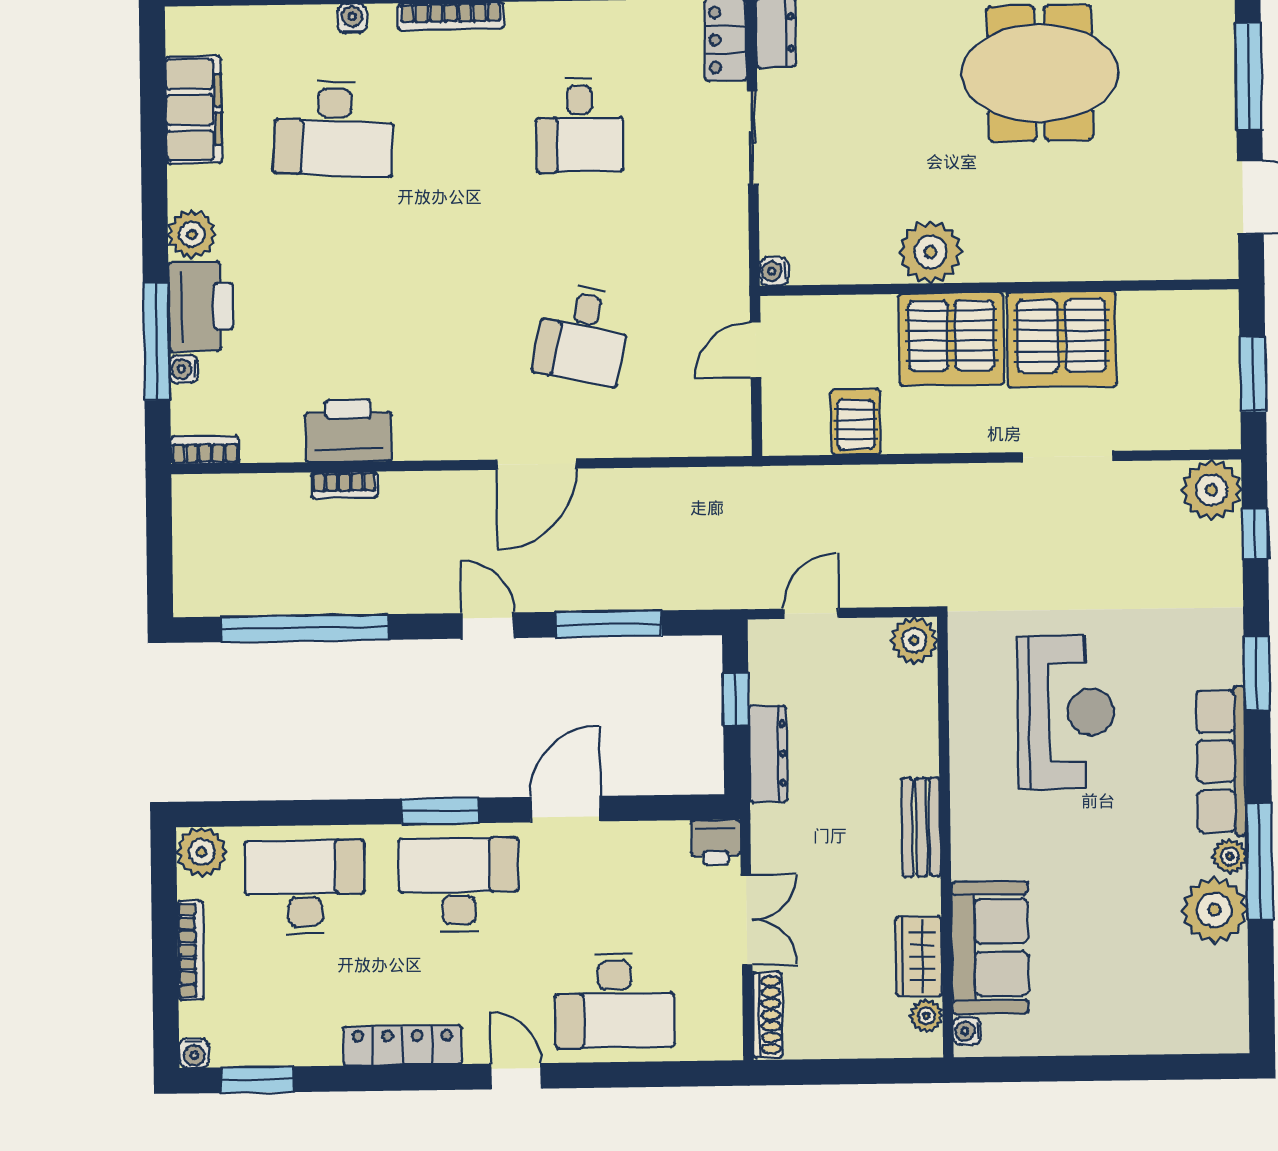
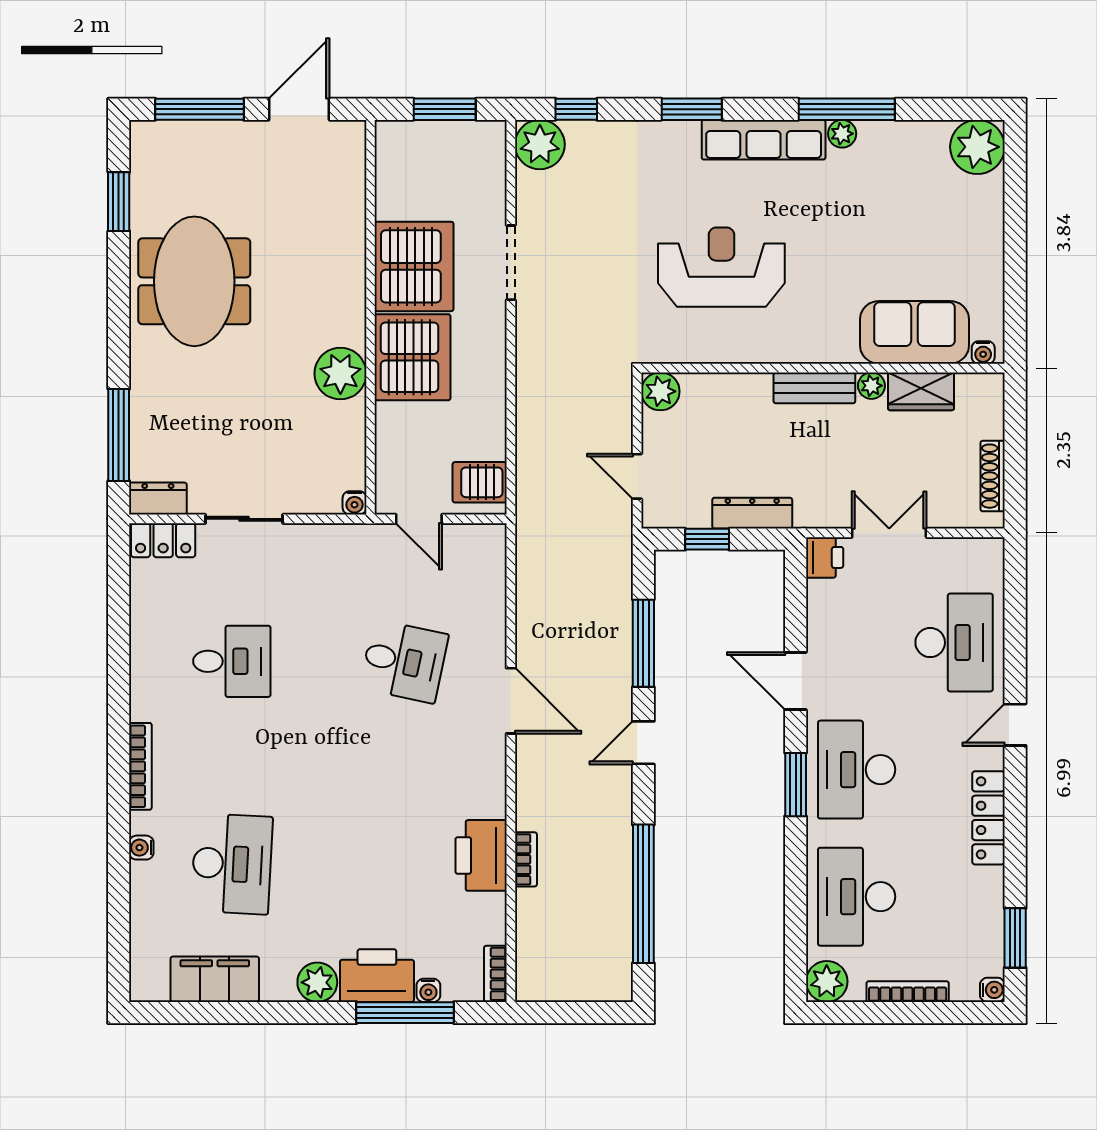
server rack: (856, 422) -> (480, 482), moved
plant: (1214, 910) -> (977, 147), moved
shoe rack: (768, 1015) -> (993, 476), moved, turned -90
plant: (926, 1016) -> (871, 386), moved

